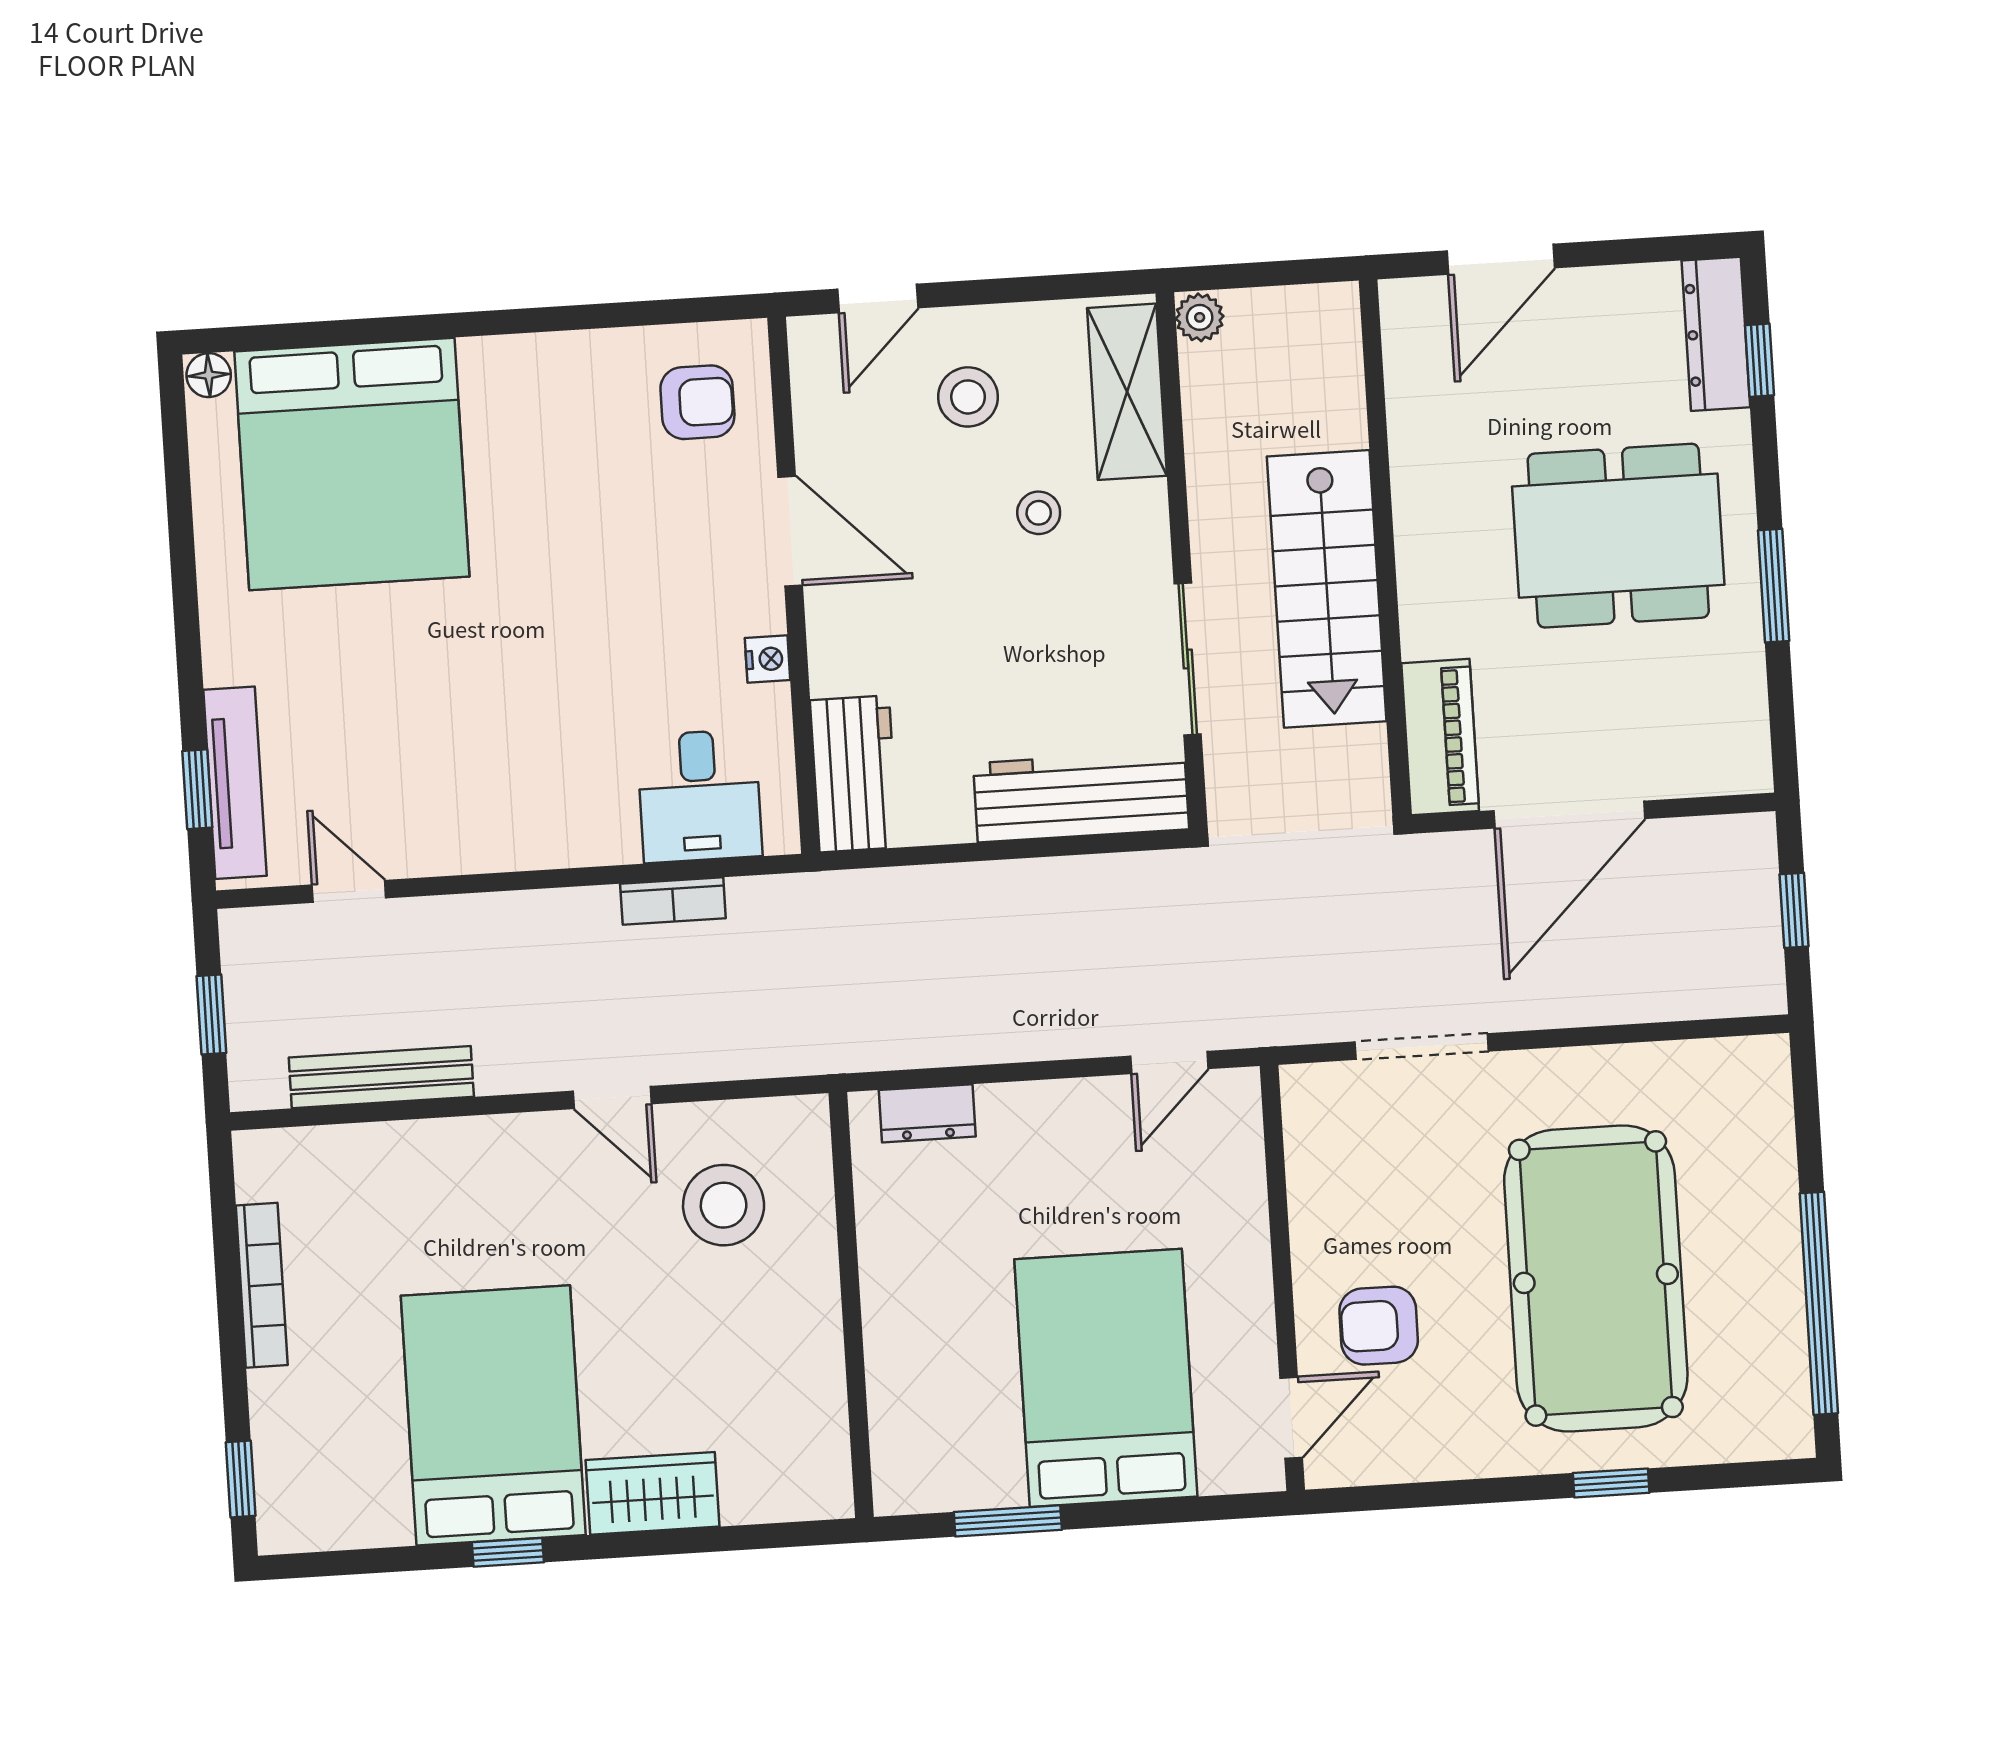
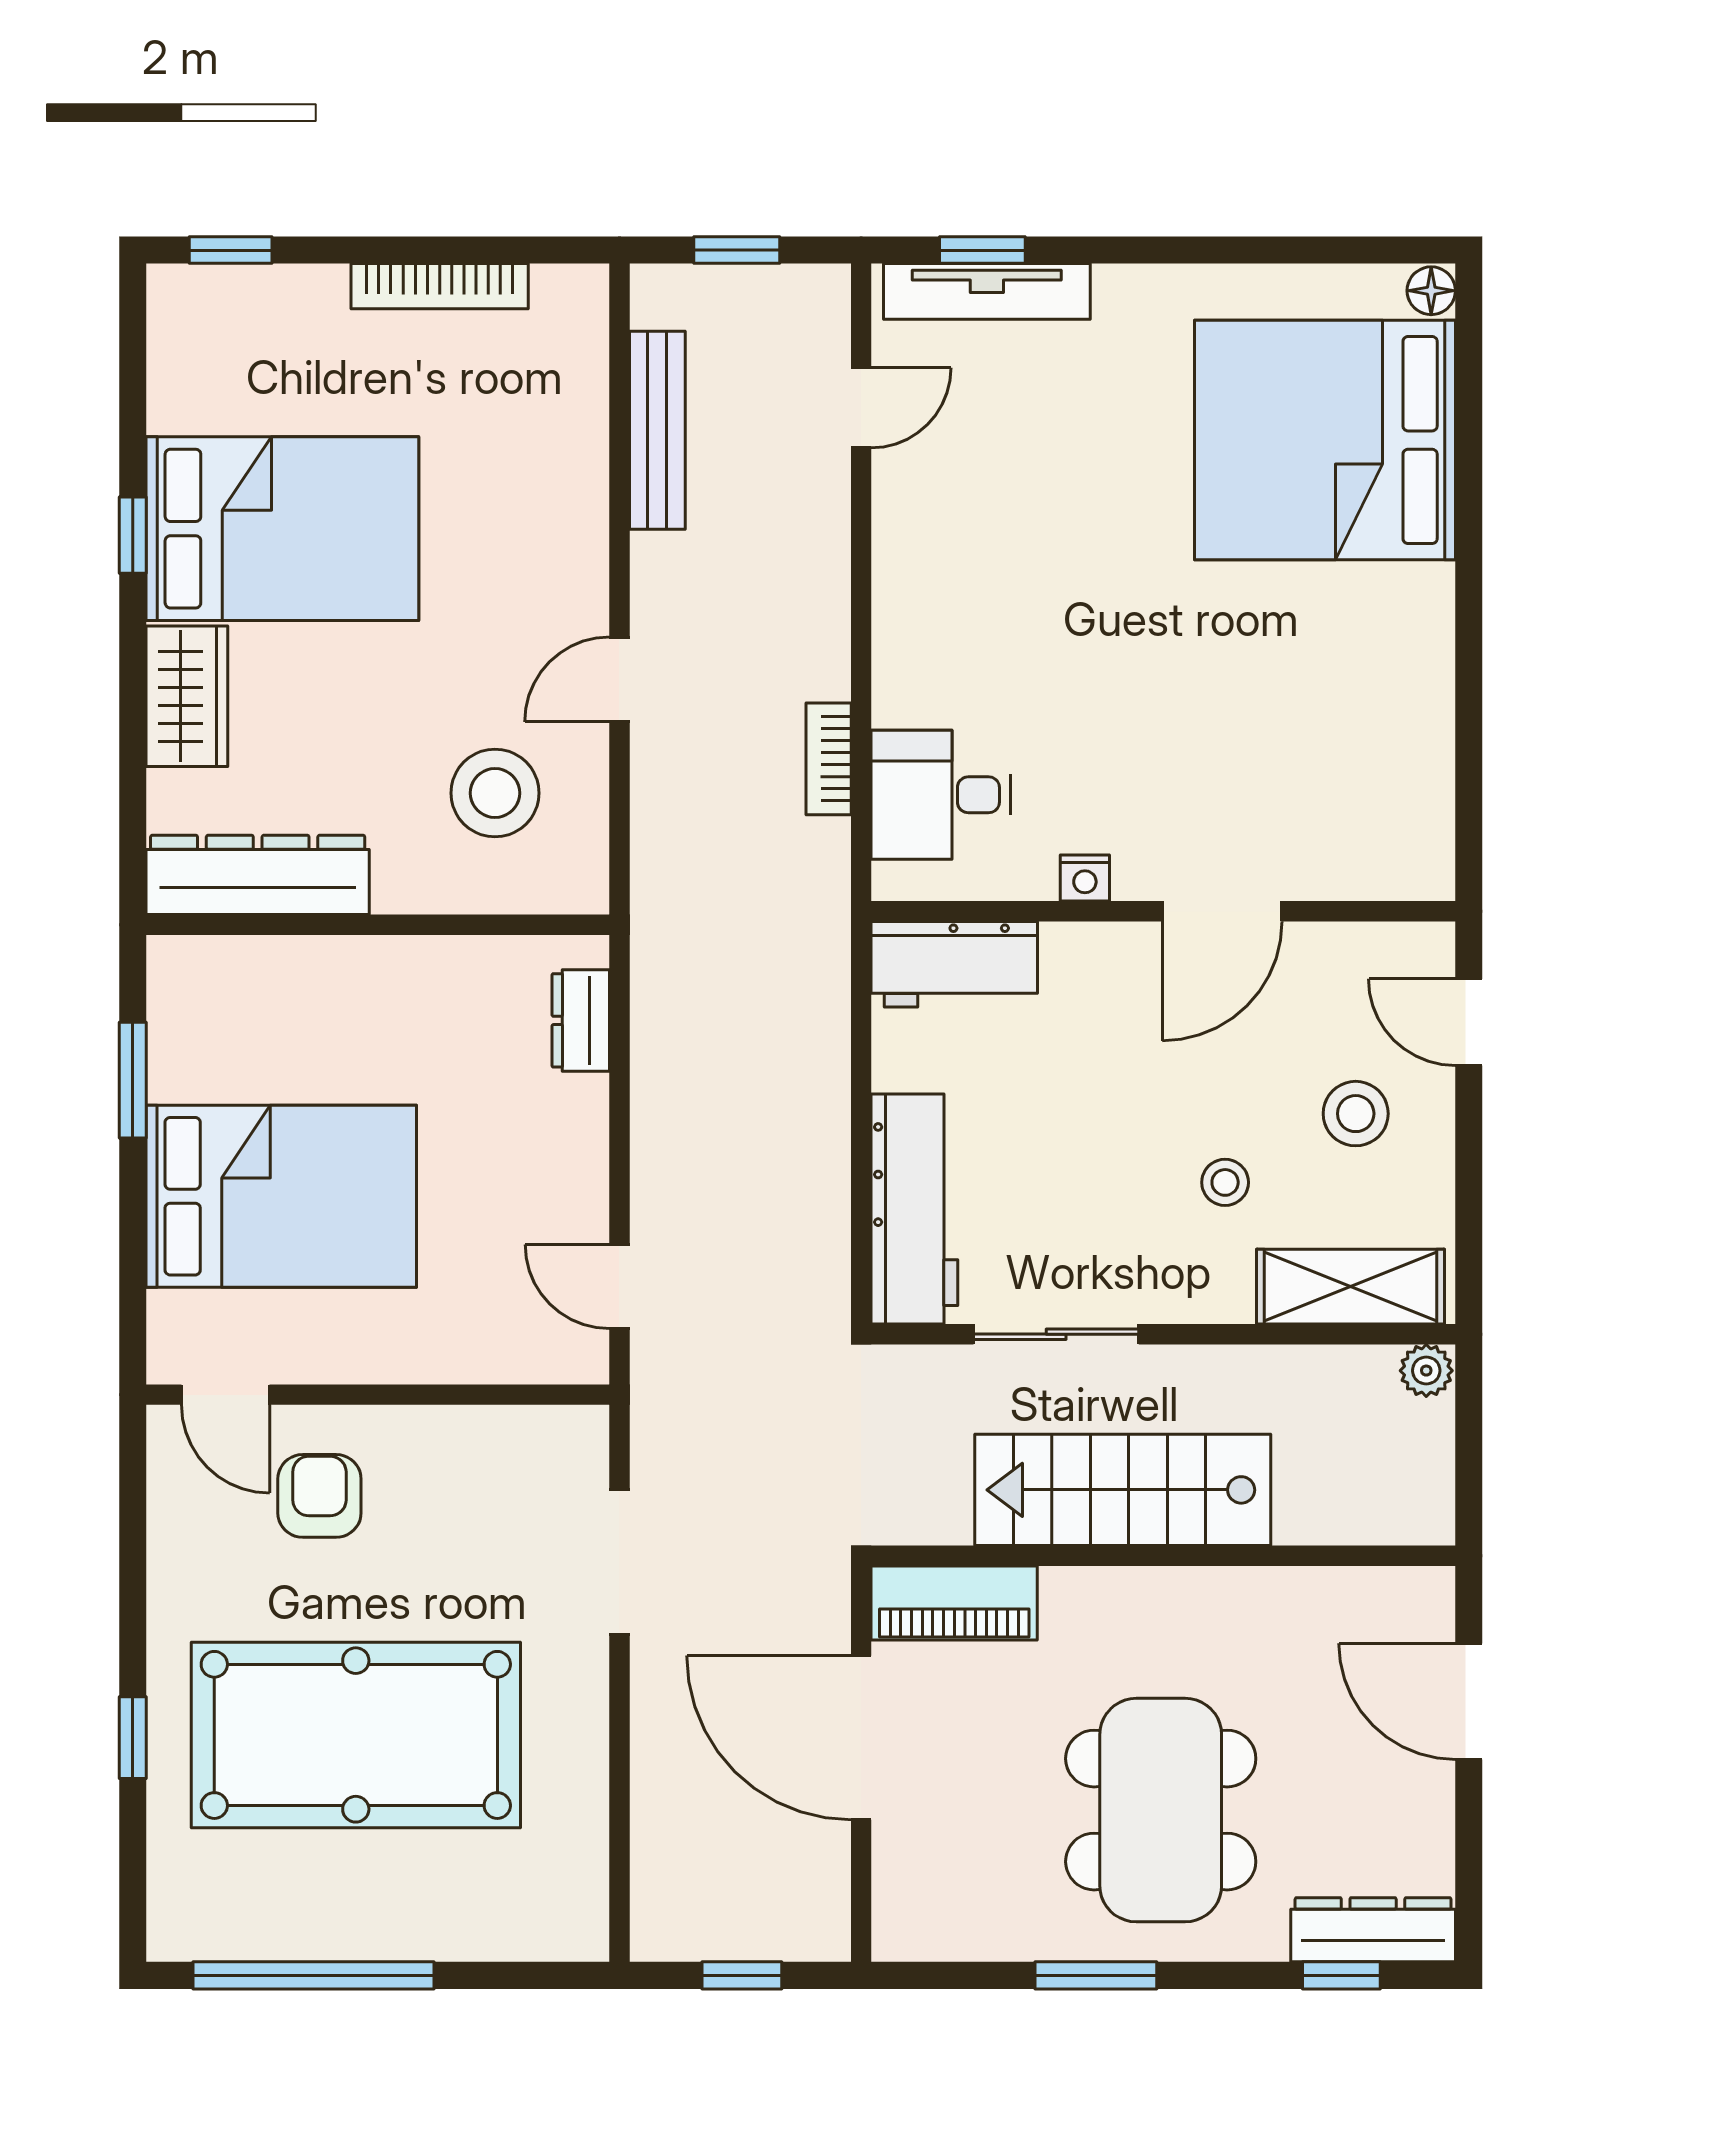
armchair: (697, 402) -> (1368, 819), removed
dresser: (812, 1418) -> (258, 875), added

